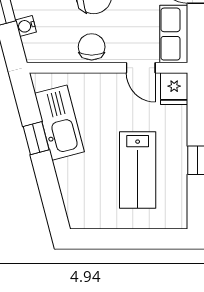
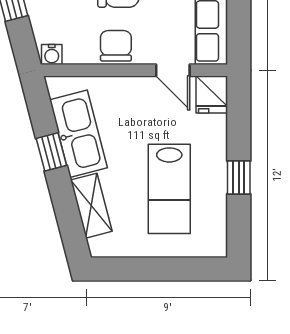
water cooler: (26, 26) -> (52, 54), moved, turned -75
shelving: (70, 185) -> (91, 206), added

